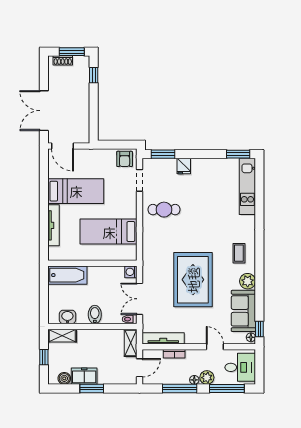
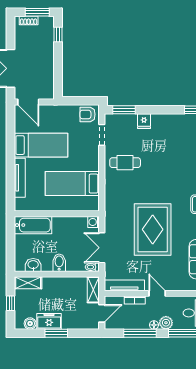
armchair: (125, 159) -> (88, 114), turned 90
door: (215, 347) -> (157, 293), moved

